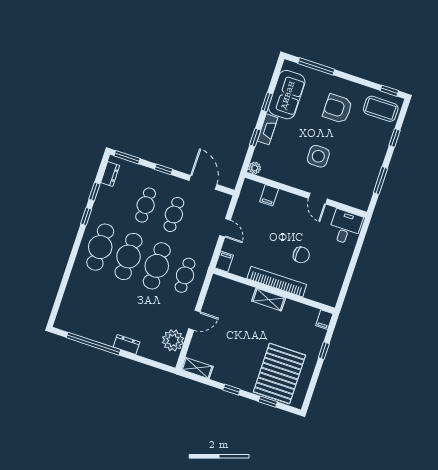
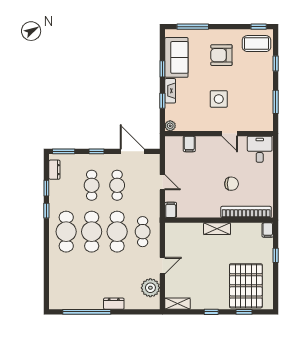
bookcase: (277, 282) -> (246, 212), moved

